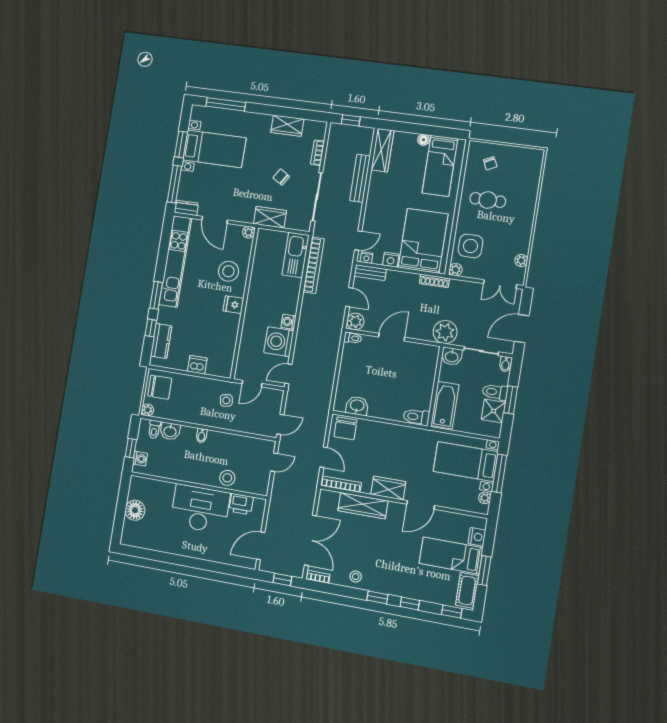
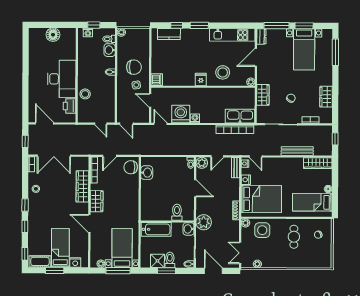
kitchen unit: (175, 261) -> (232, 35), width x0.73
dishwasher: (197, 365) -> (157, 80), moved
chair: (160, 387) -> (134, 67), moved, turned -90
toilet: (416, 417) -> (177, 212), moved

